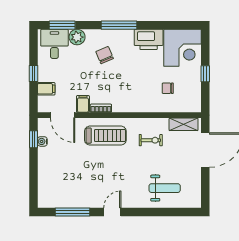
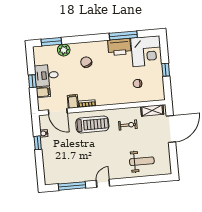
window: (119, 25) -> (123, 35), moved
desk: (54, 44) -> (47, 75), moved, turned -90
window: (33, 139) -> (38, 143), moved

